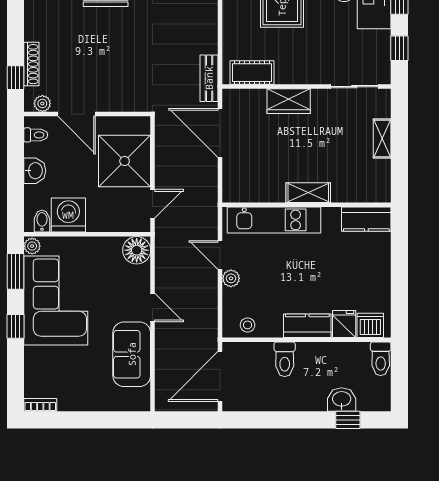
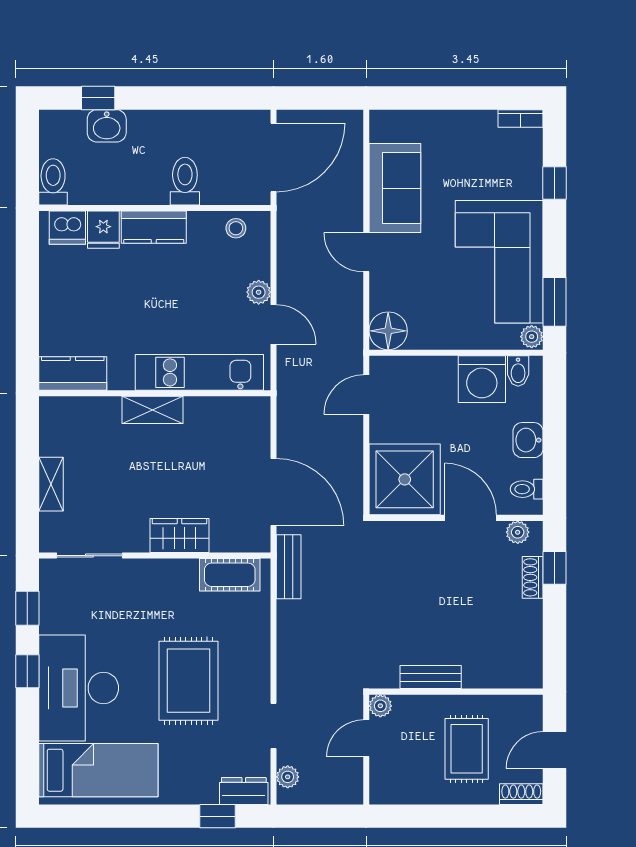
shoe rack: (31, 64) -> (533, 577), width x0.70
shower: (125, 161) -> (405, 479), moved
window: (15, 326) -> (554, 183), moved

